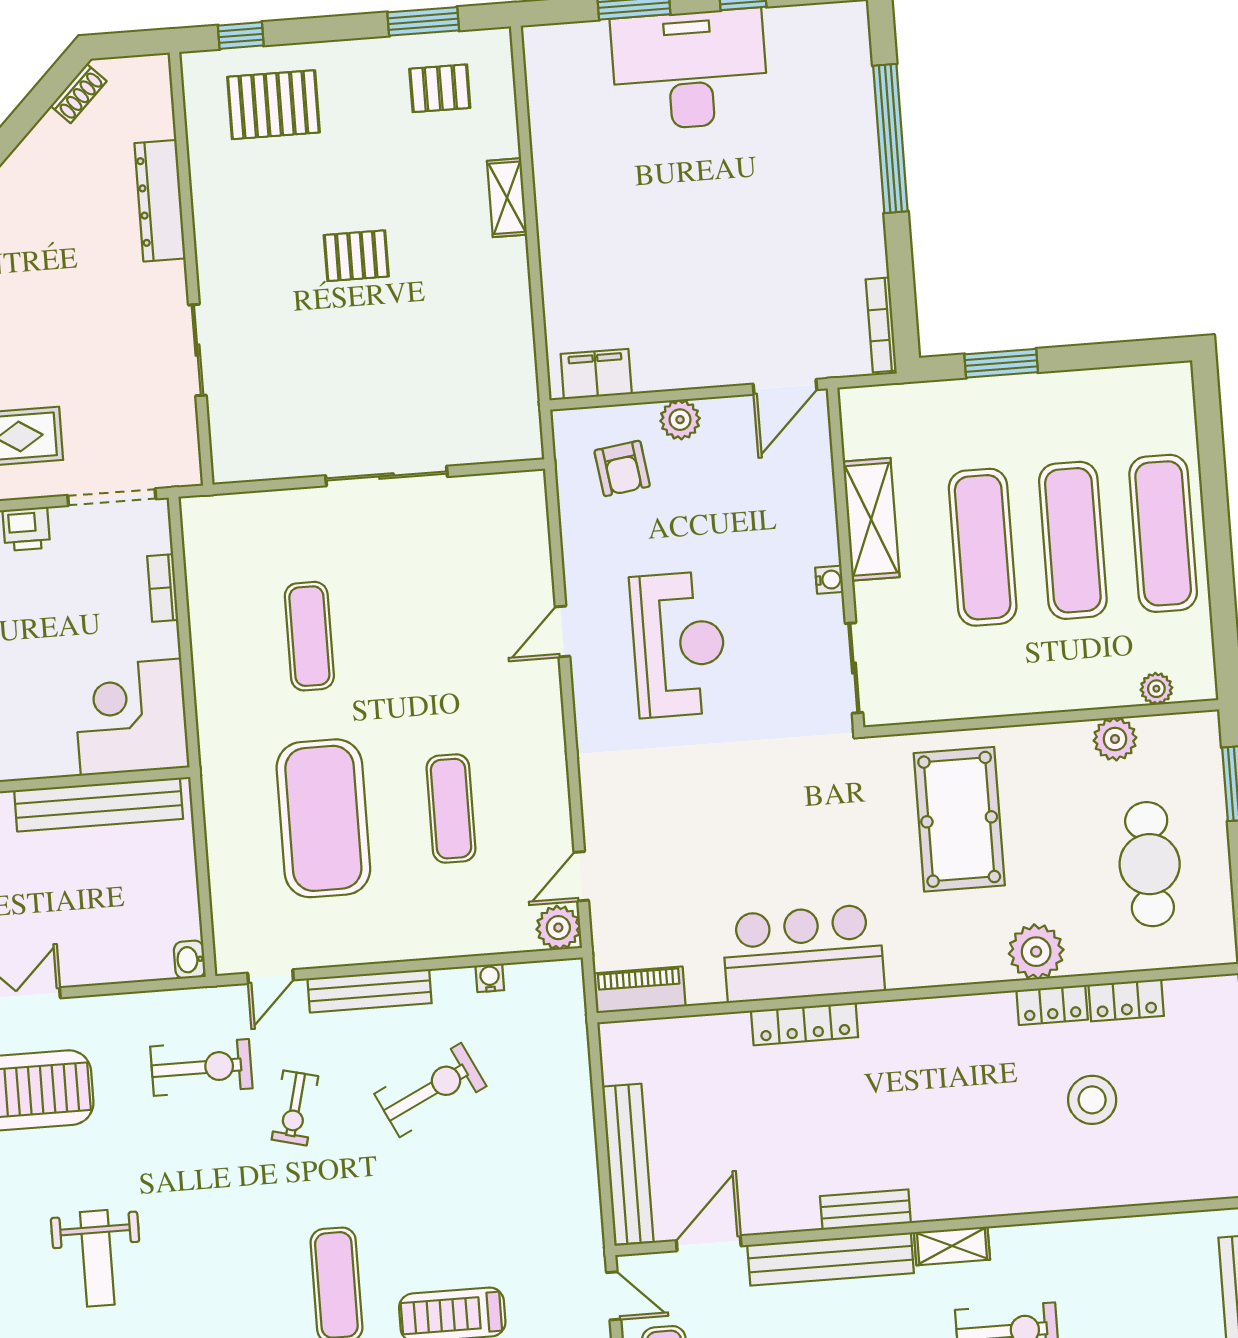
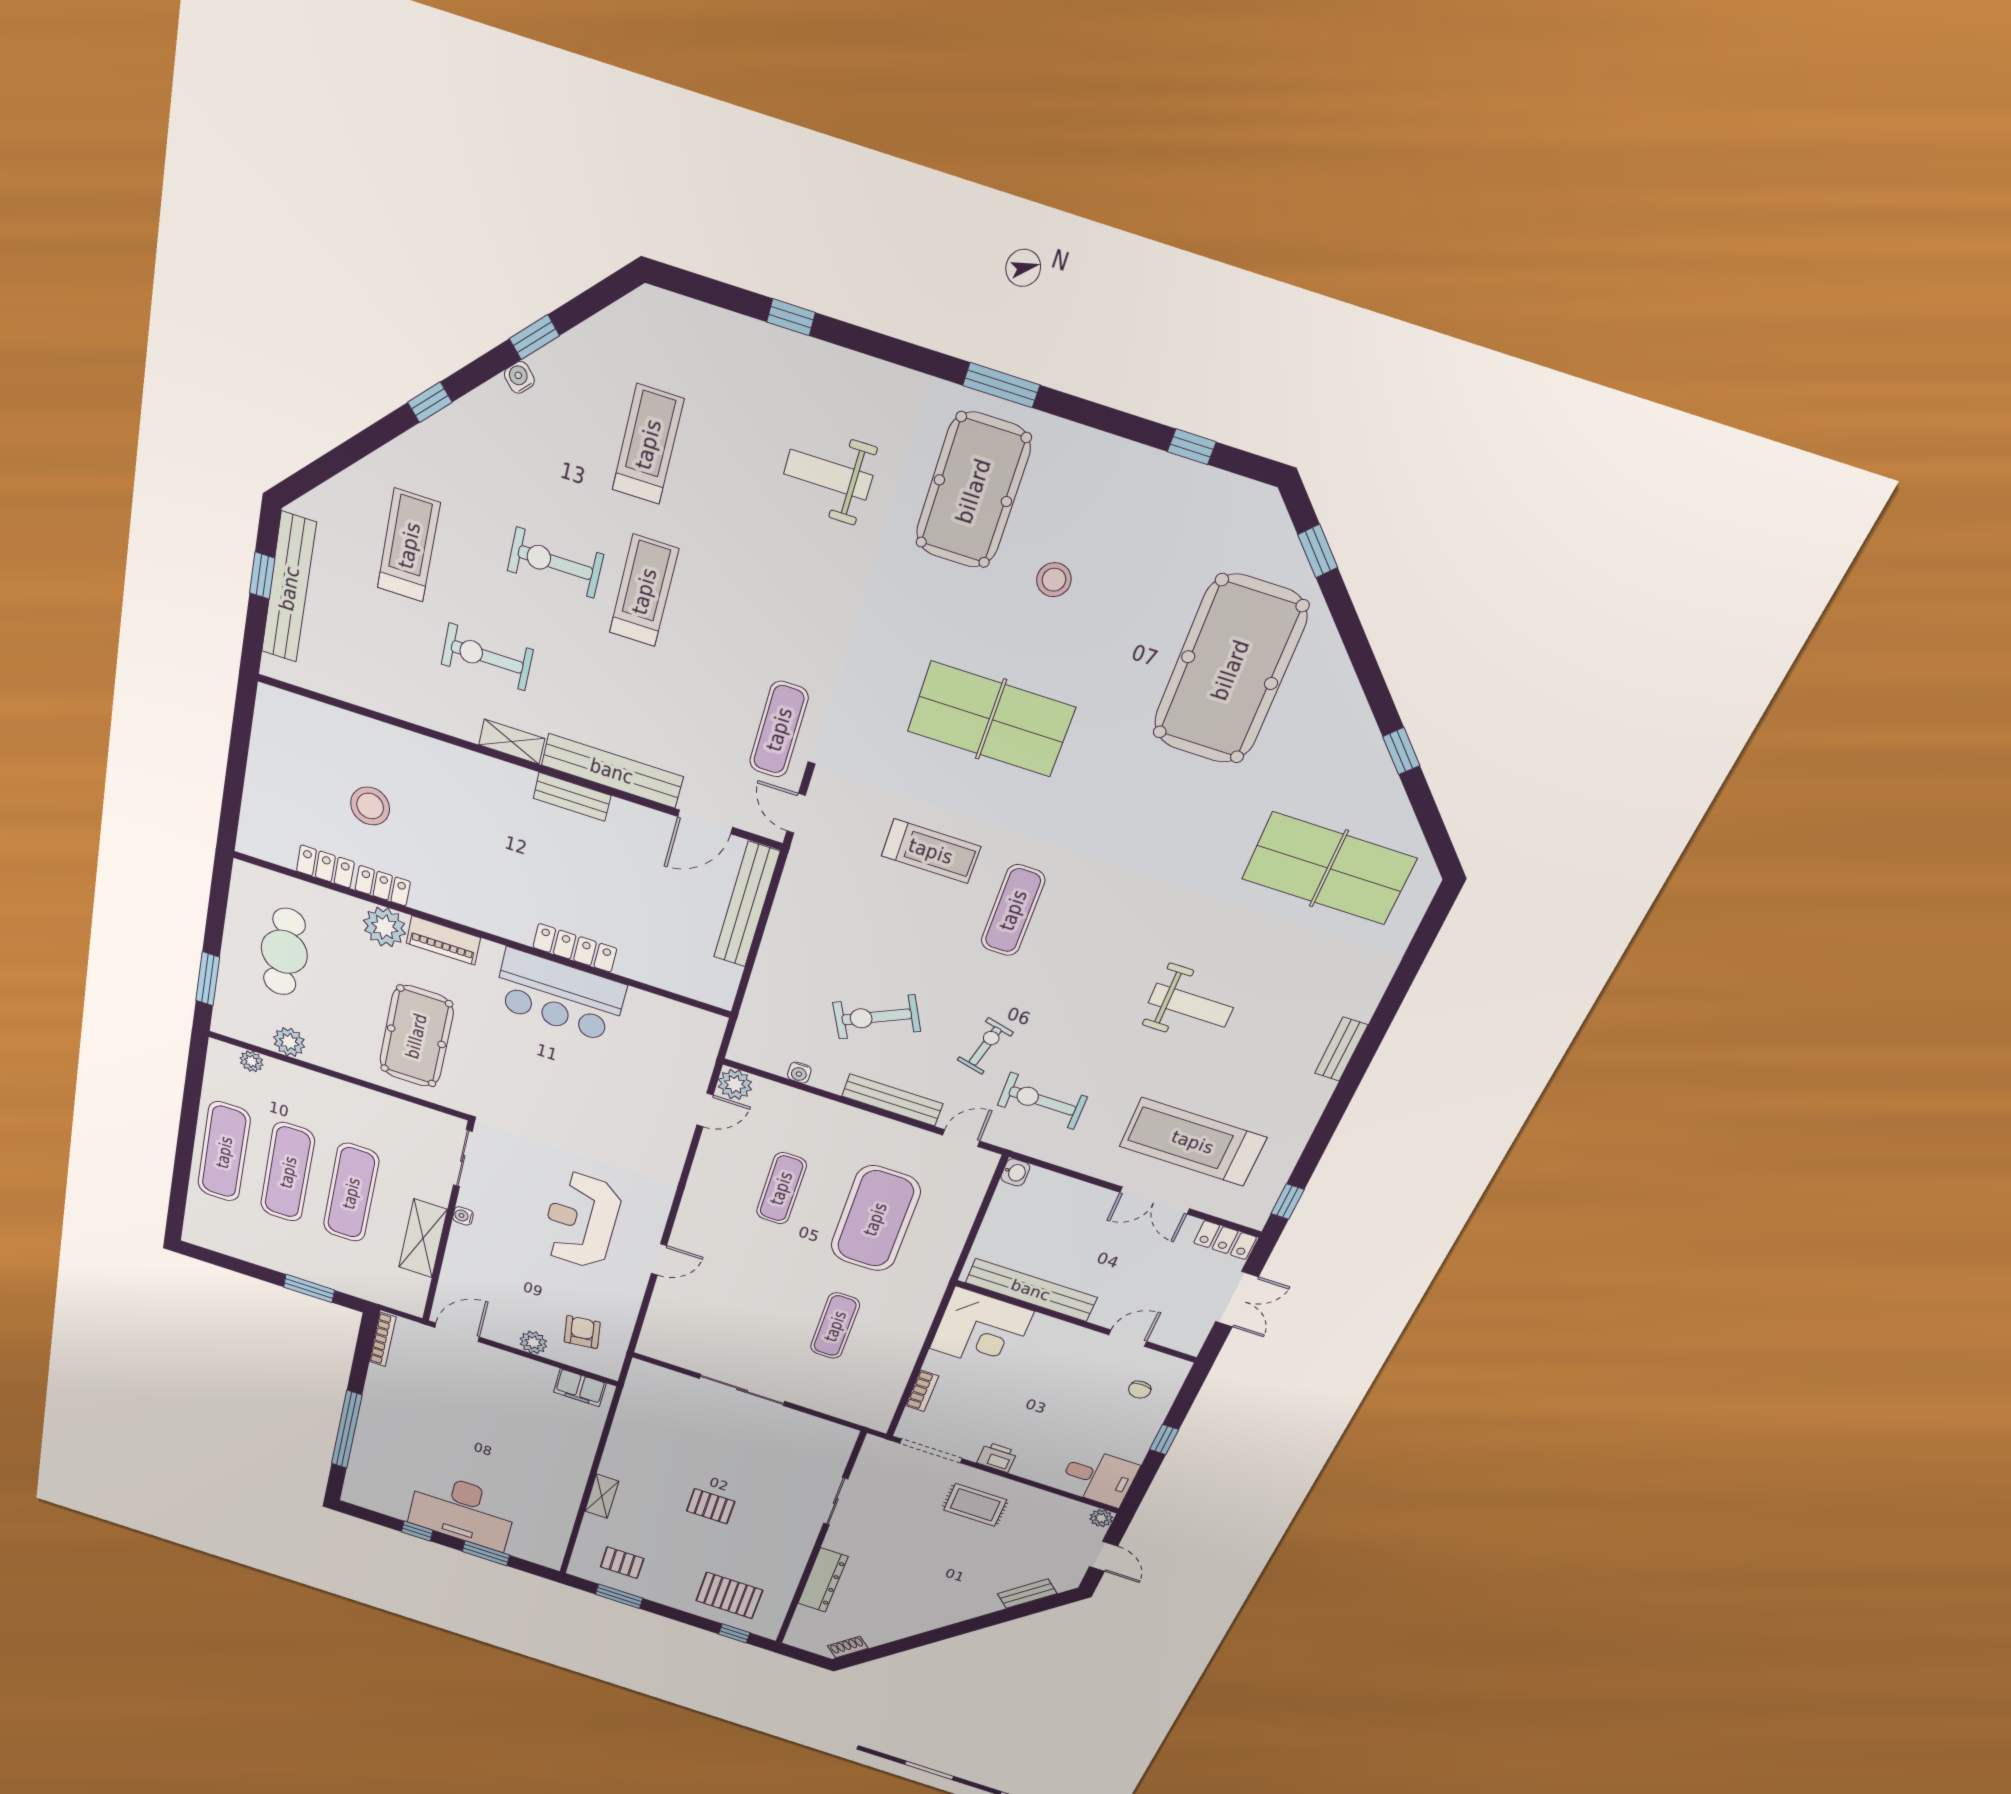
piano: (639, 990) -> (443, 940), moved
weight bench: (97, 1258) -> (1191, 1005), turned 90

